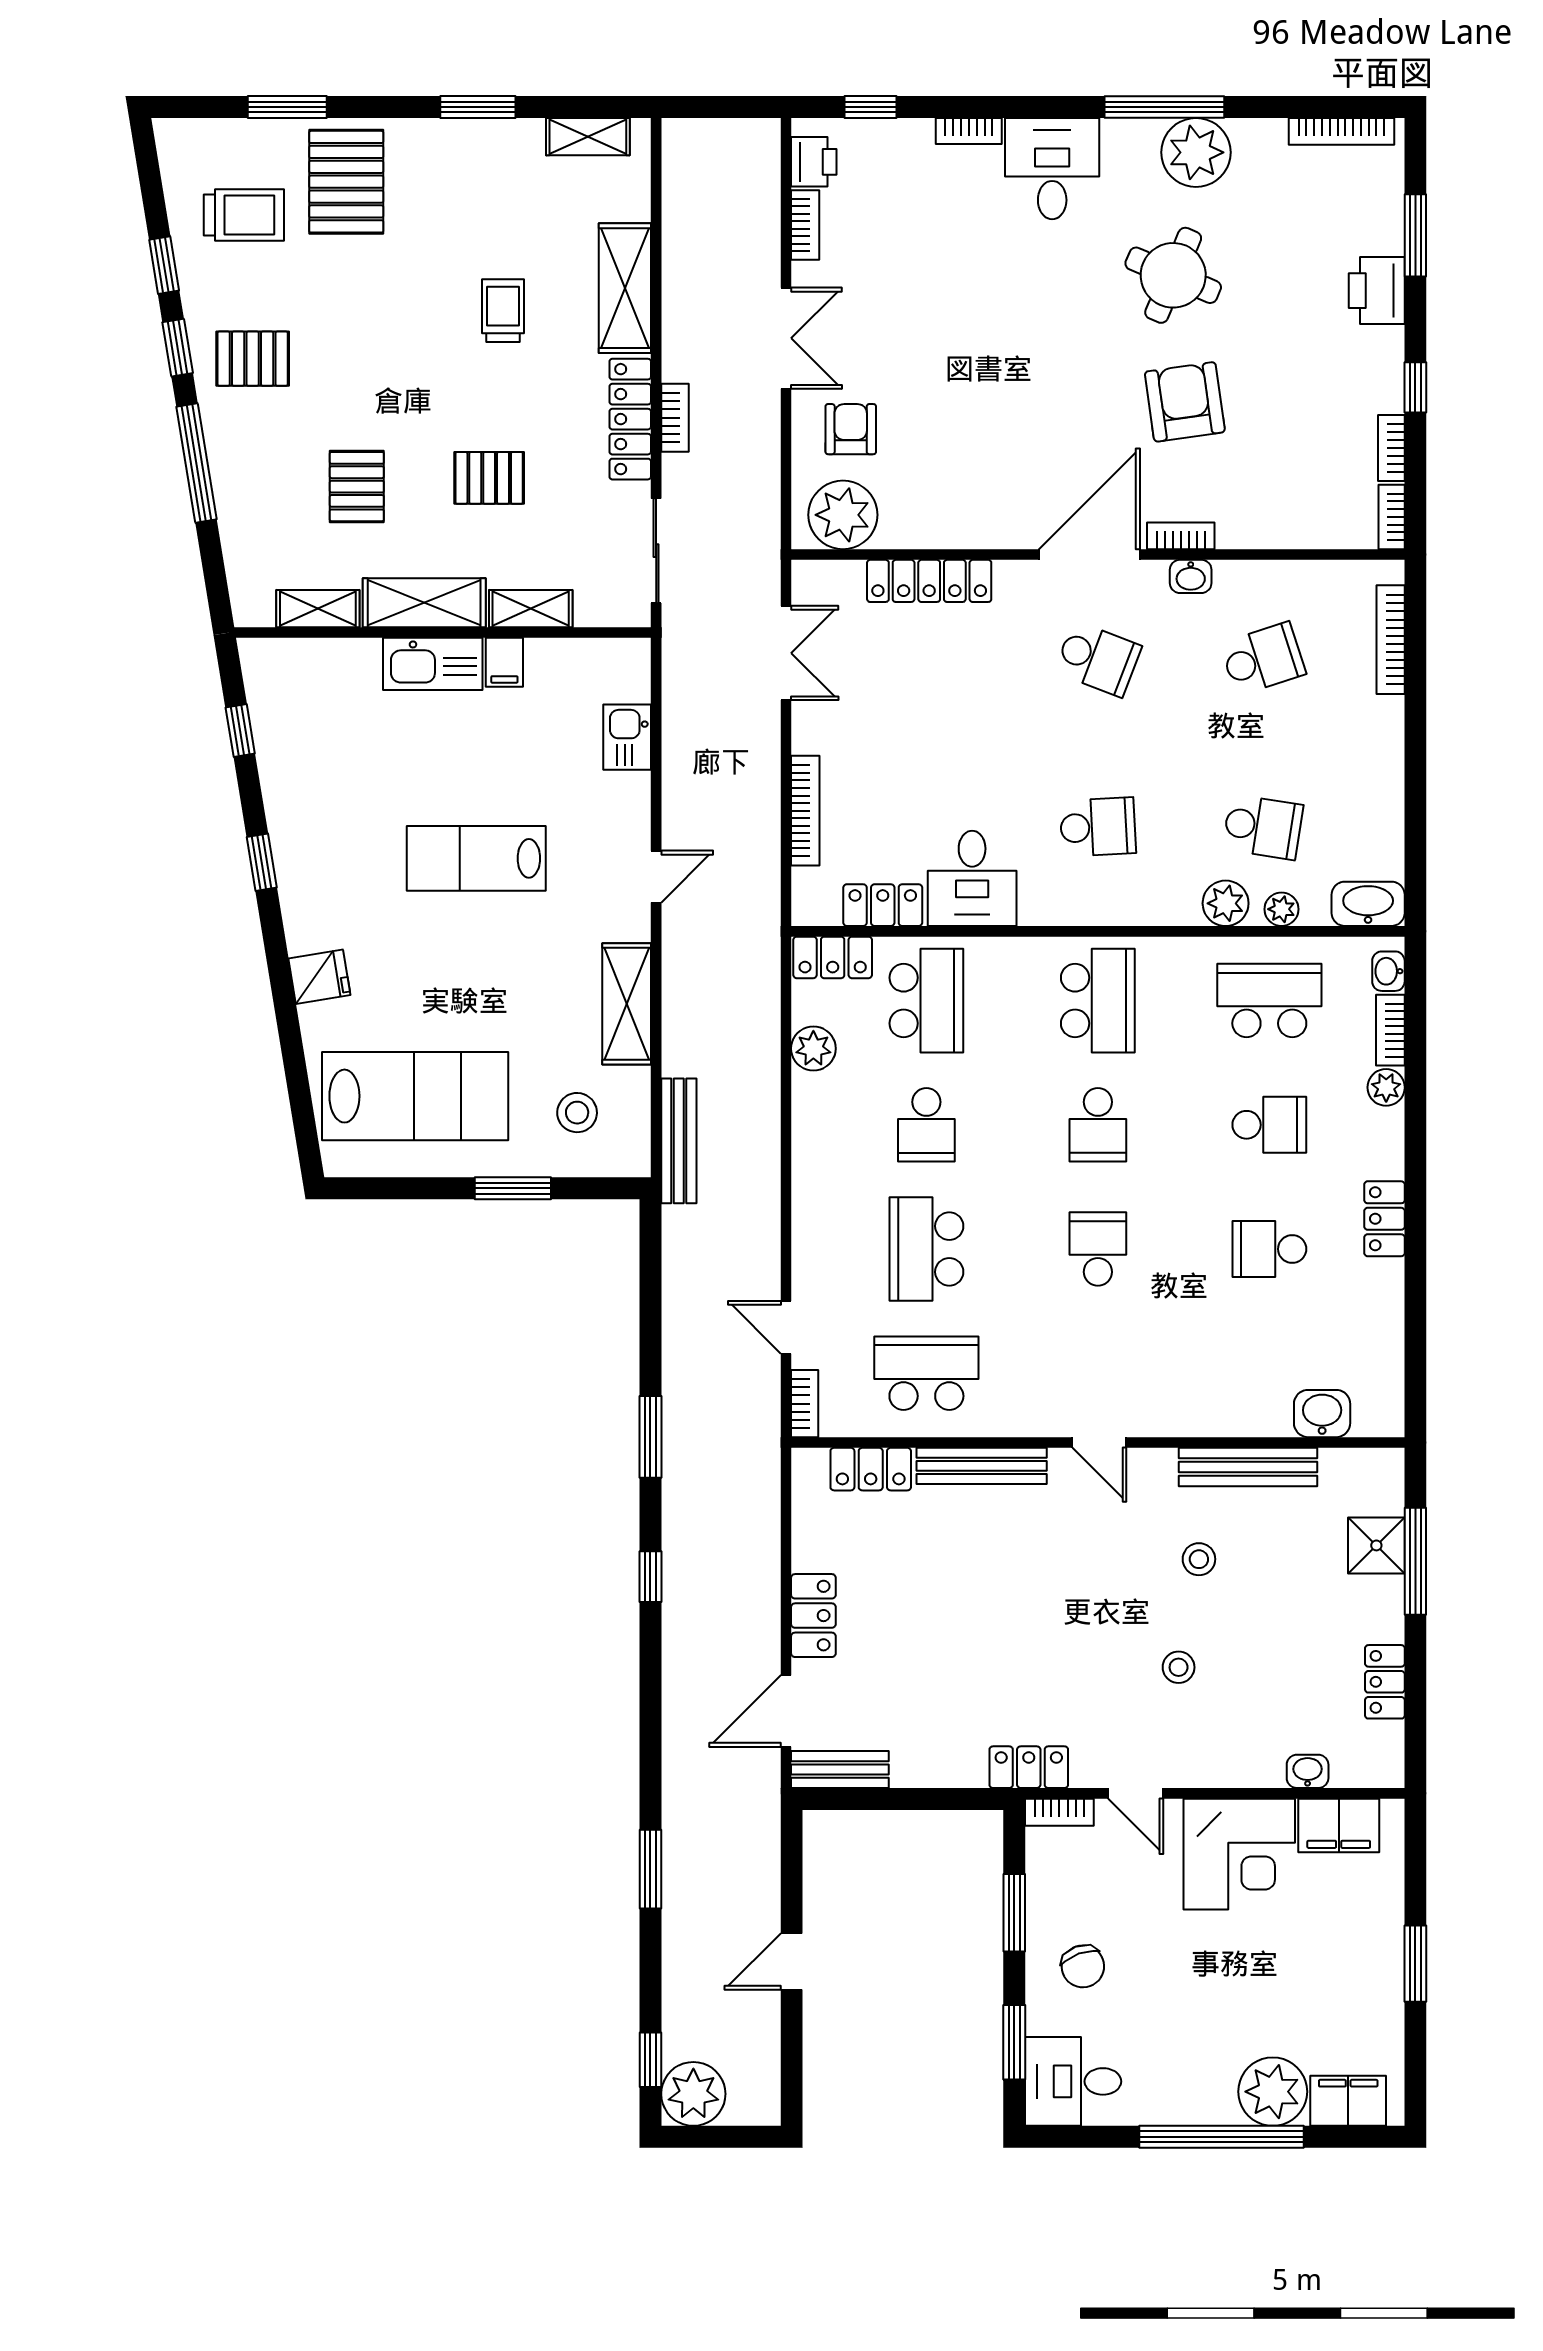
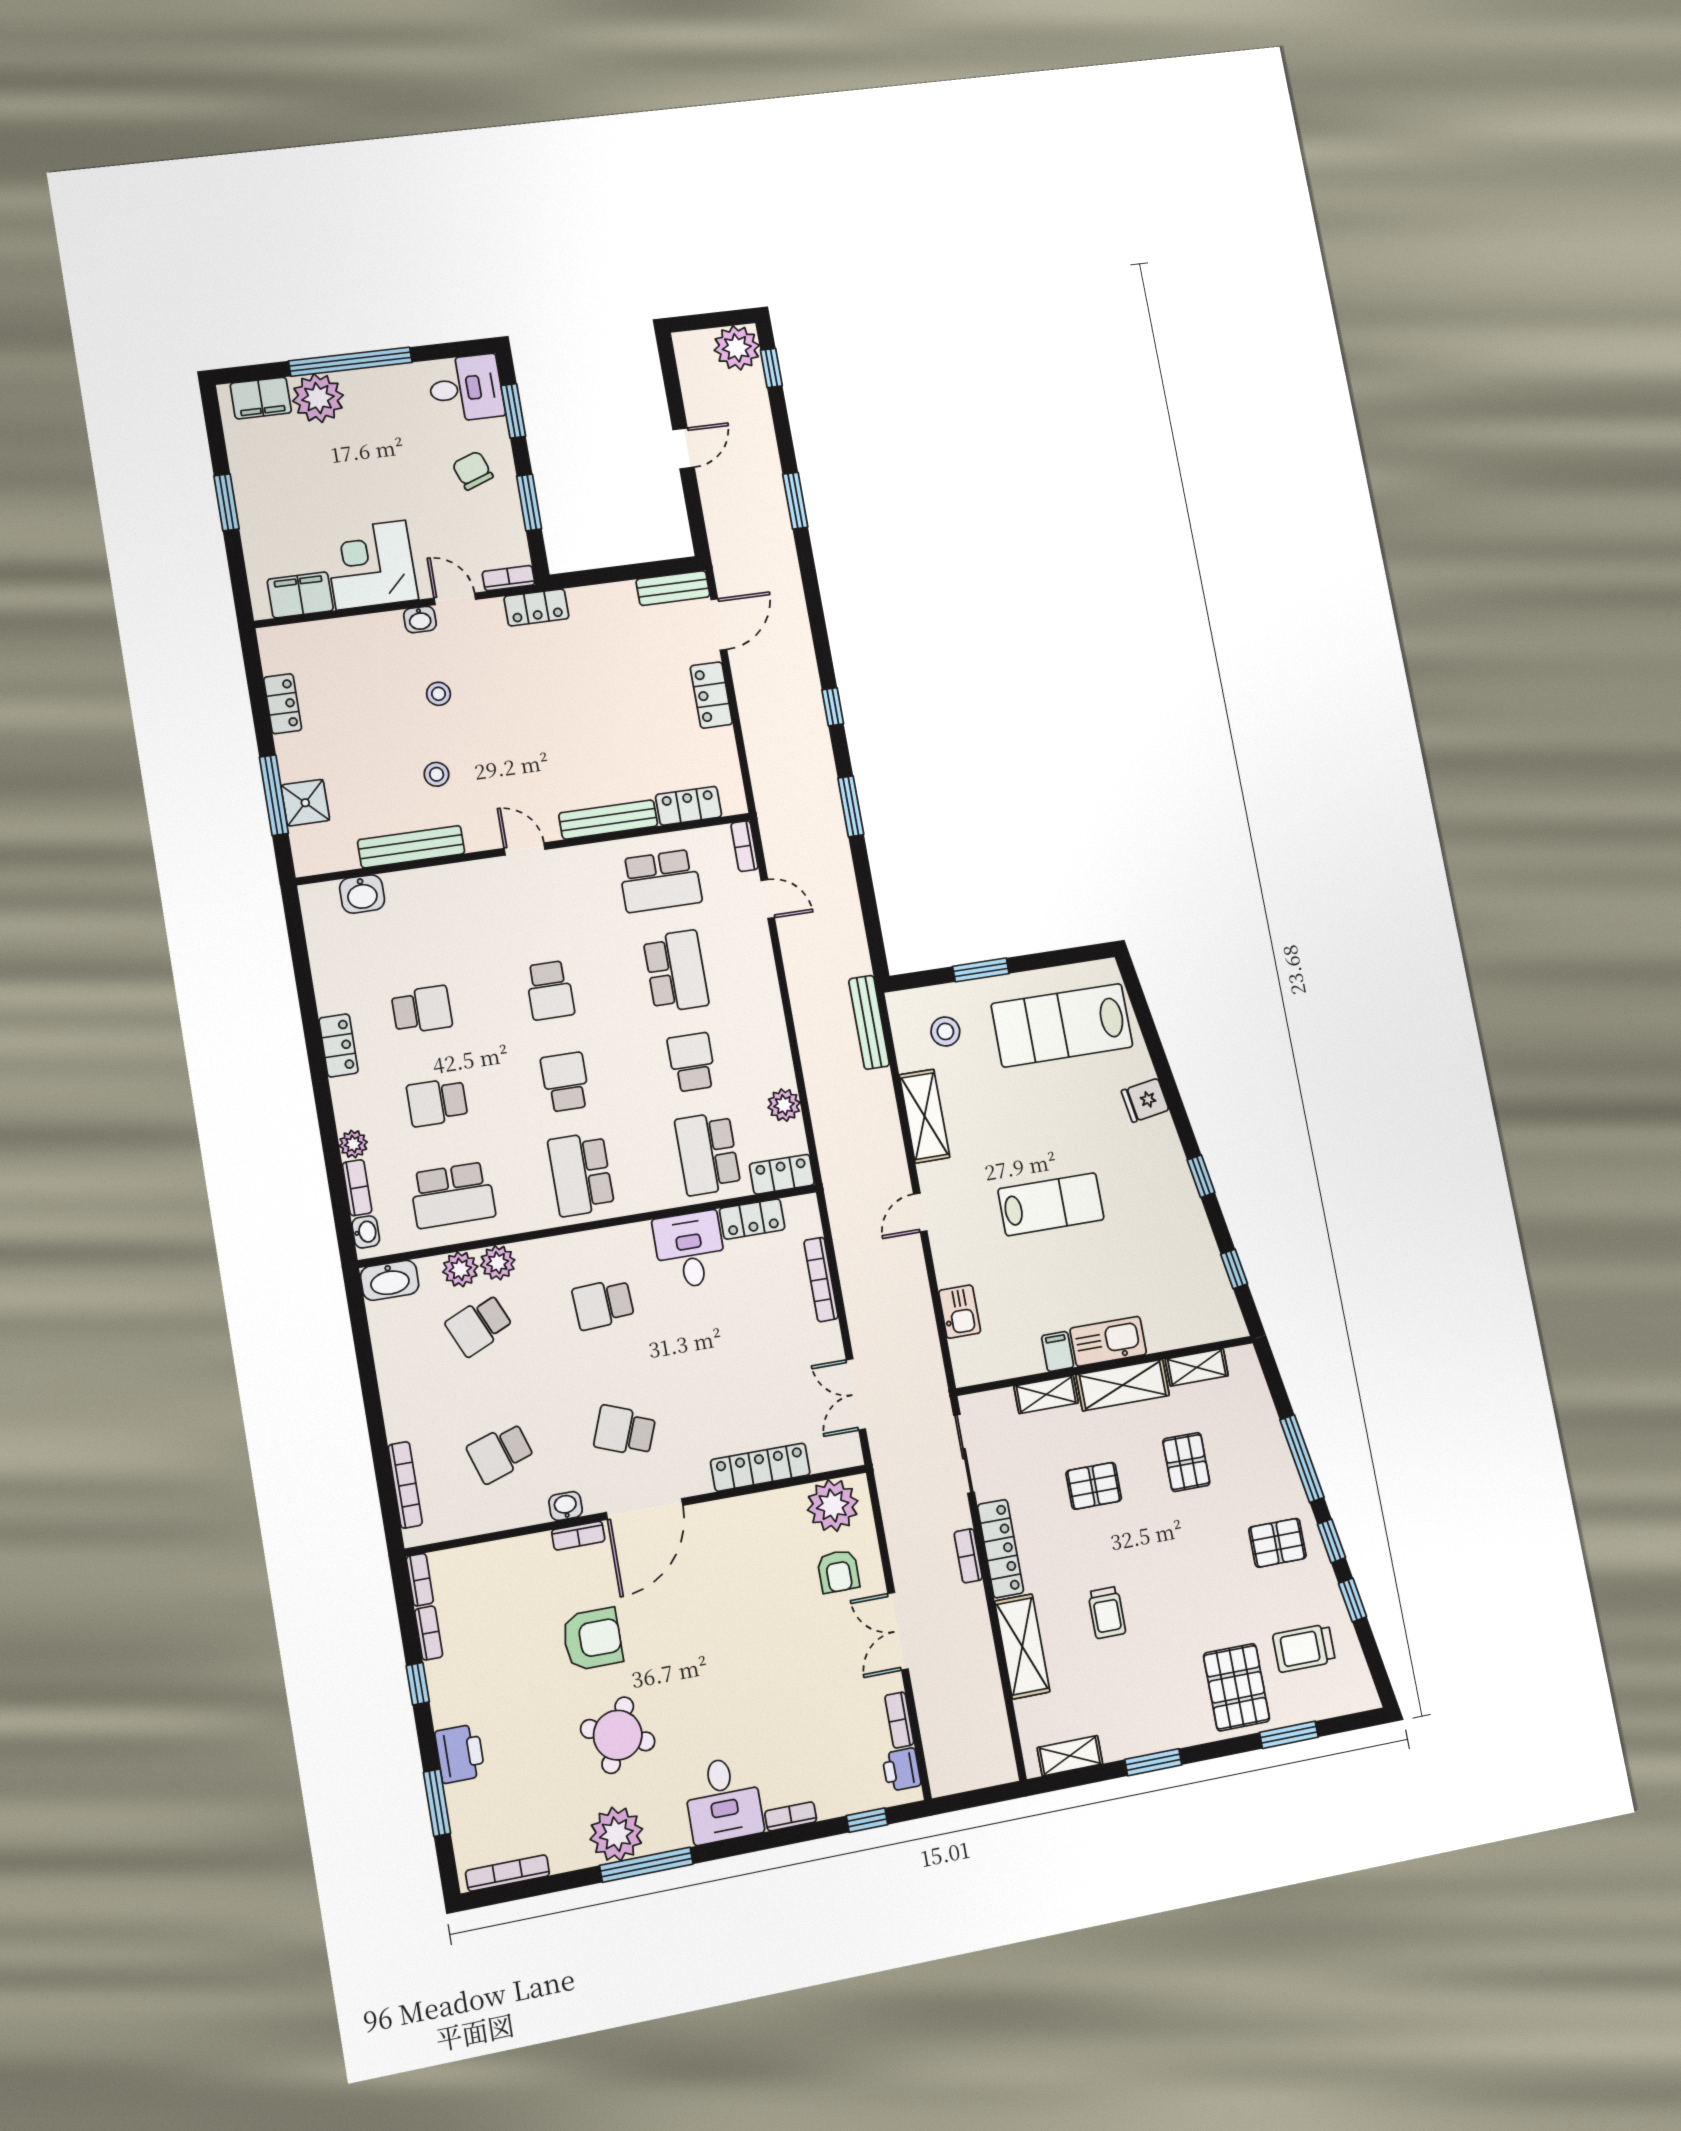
armchair: (1185, 402) -> (592, 1639), turned -82
school desk: (1263, 827) -> (479, 1325), turned -33
plant: (1282, 909) -> (460, 1269), width x1.38, depth x1.38
washbasin: (1308, 1771) -> (420, 619), moved

